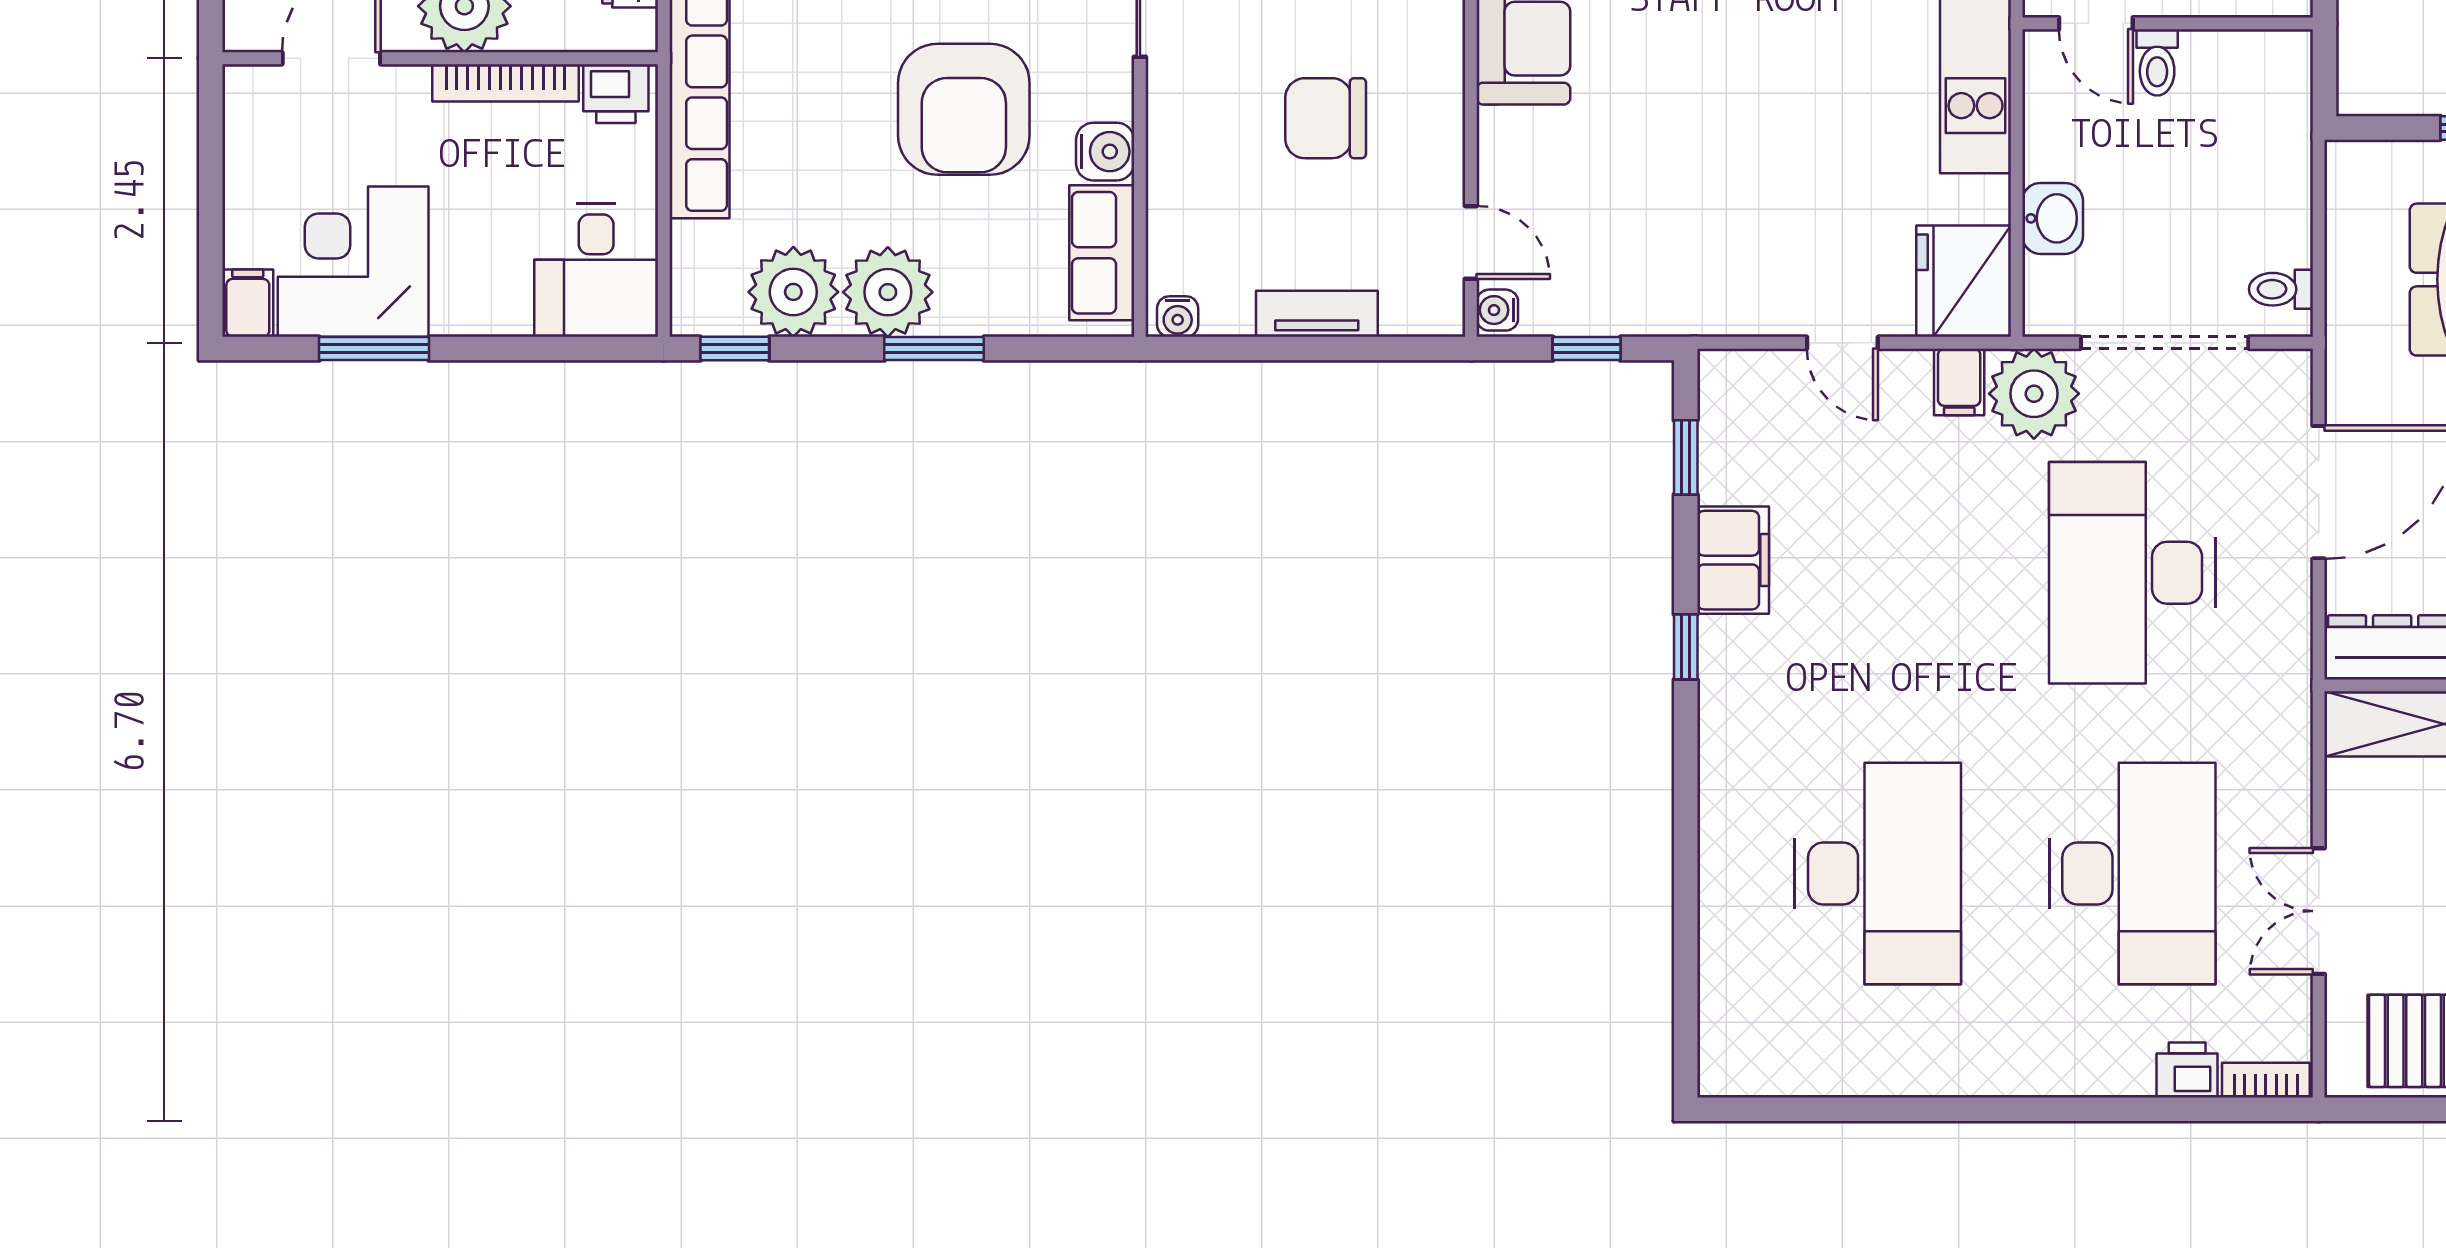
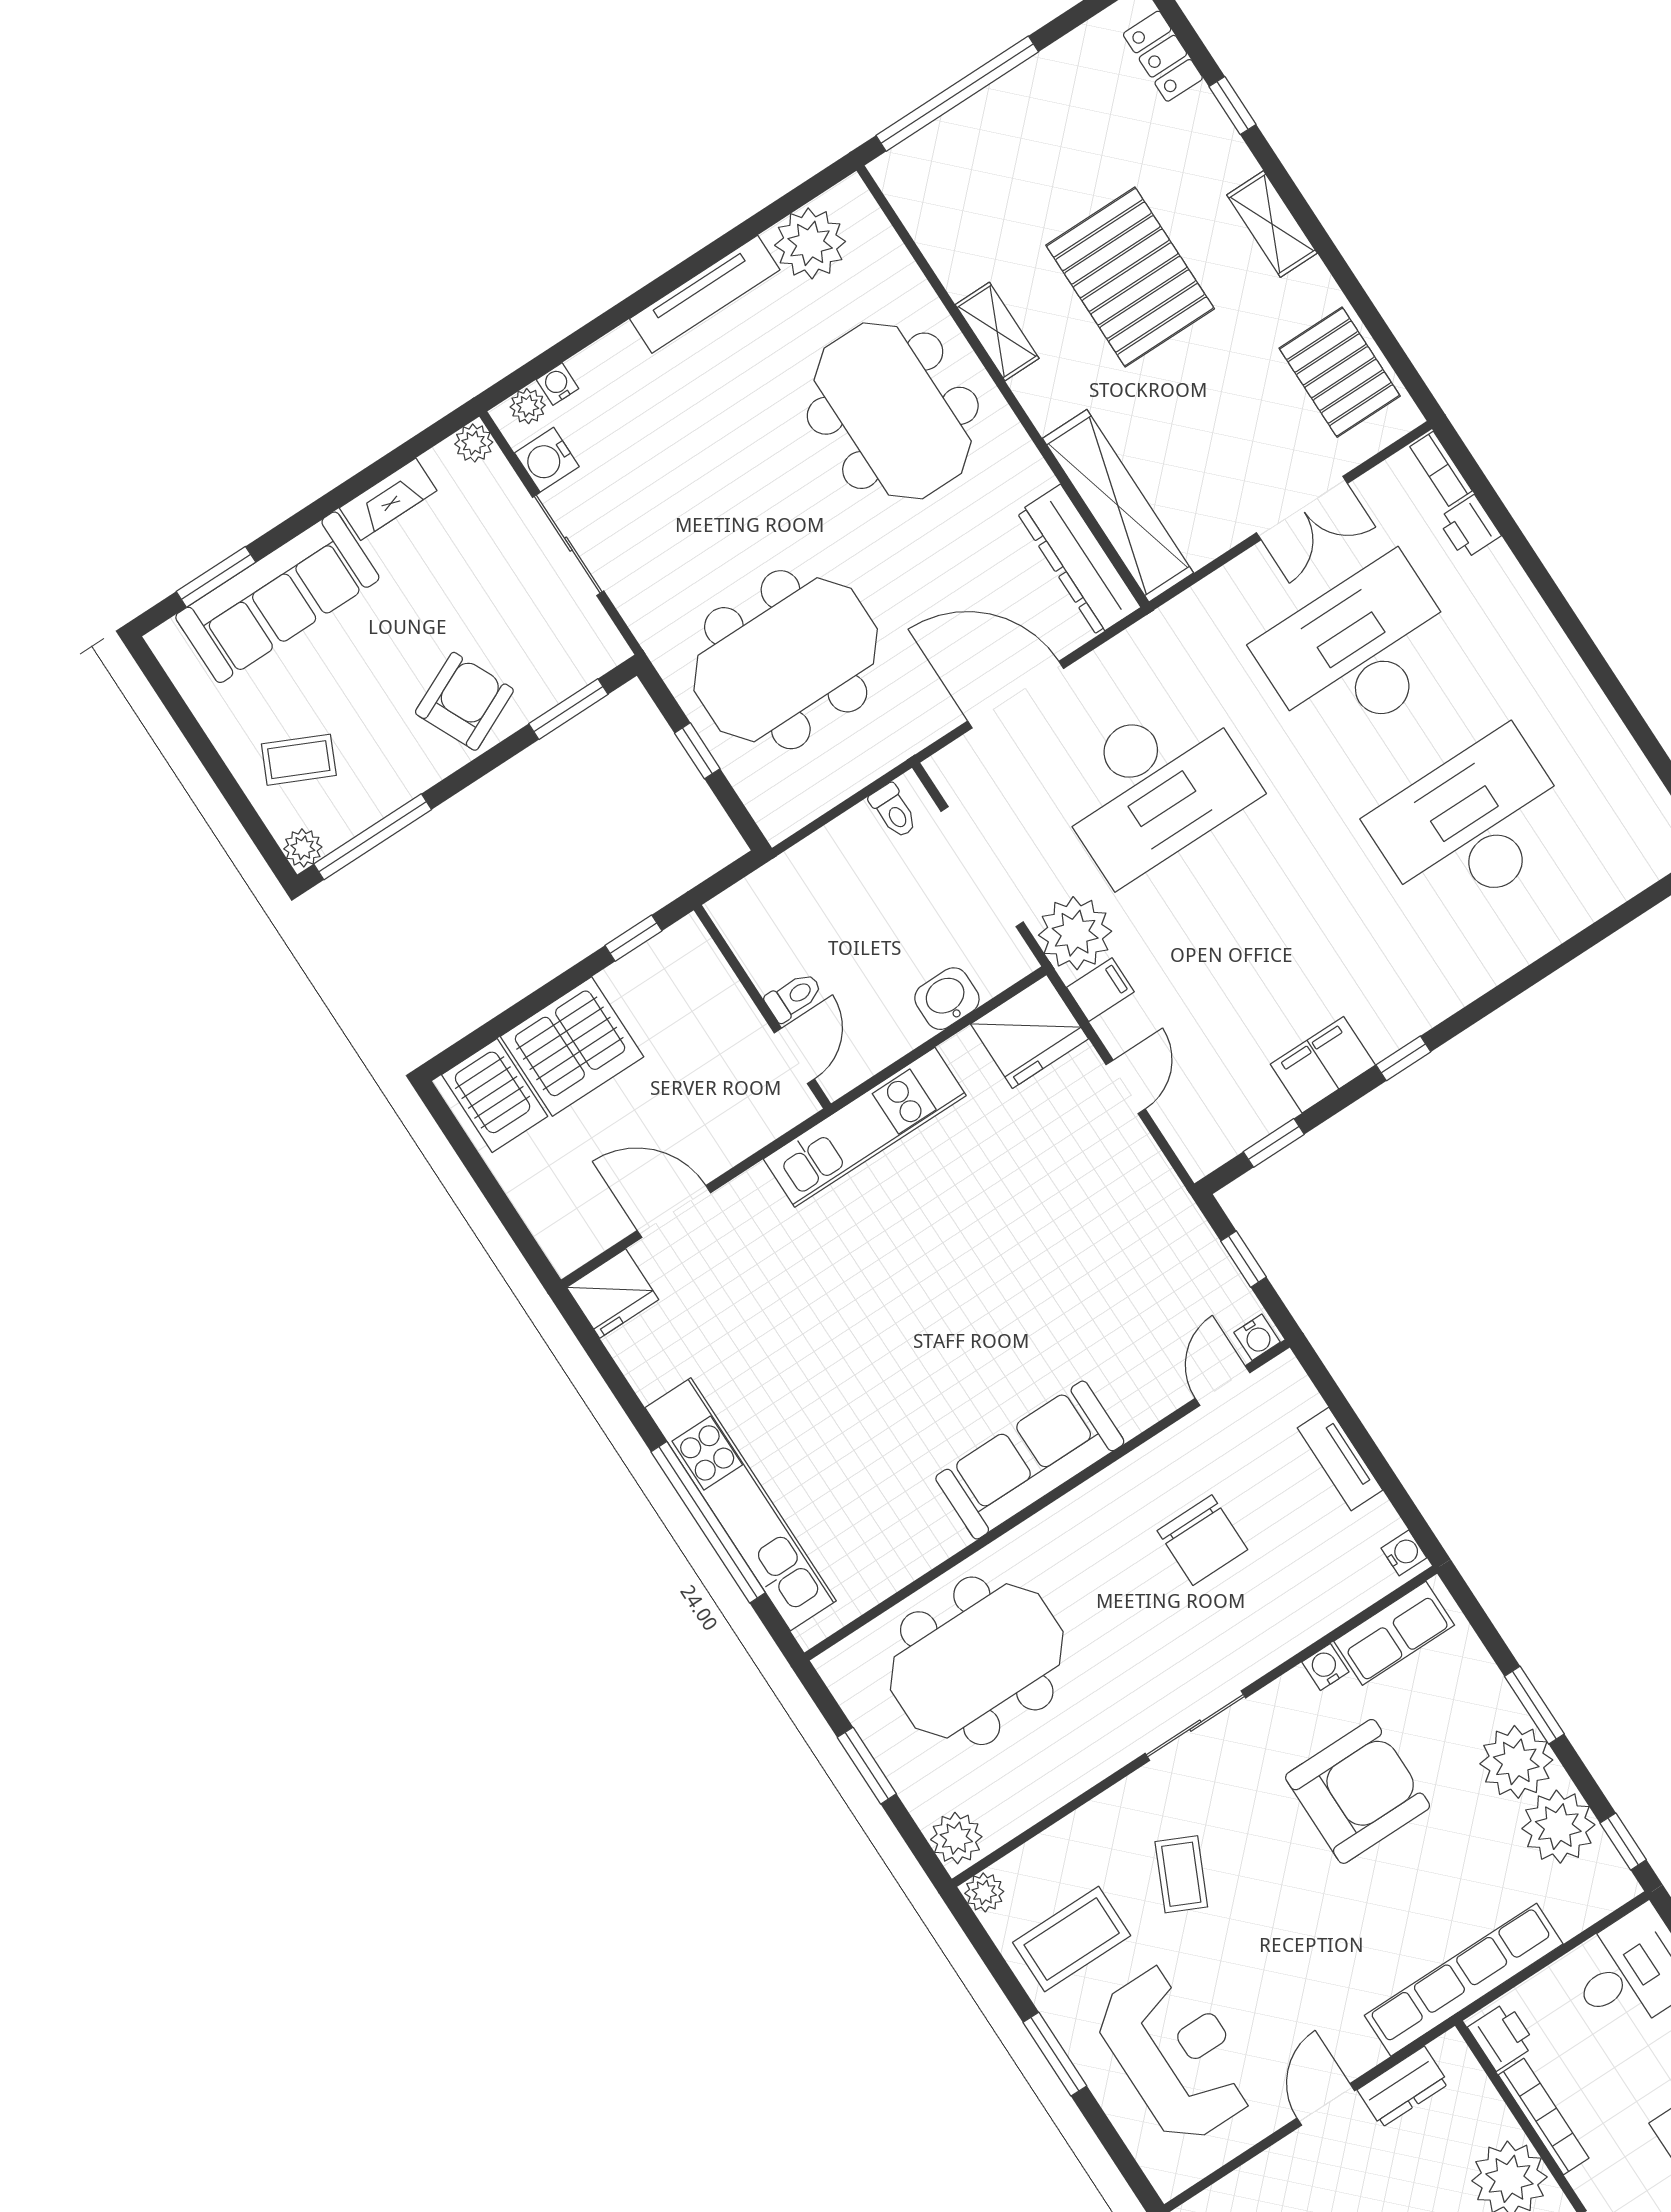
water cooler: (1105, 152) -> (1325, 1667), width x0.72, depth x0.72

